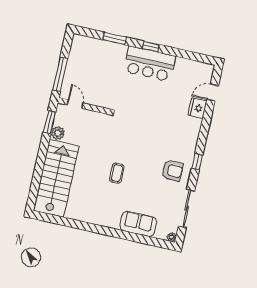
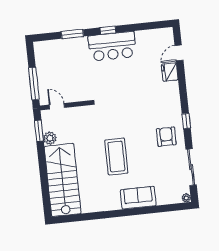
armchair: (172, 170) -> (166, 137), turned -90
coffee table: (117, 173) -> (116, 157), width x1.86, depth x1.72
sofa: (138, 224) -> (138, 198), moved

